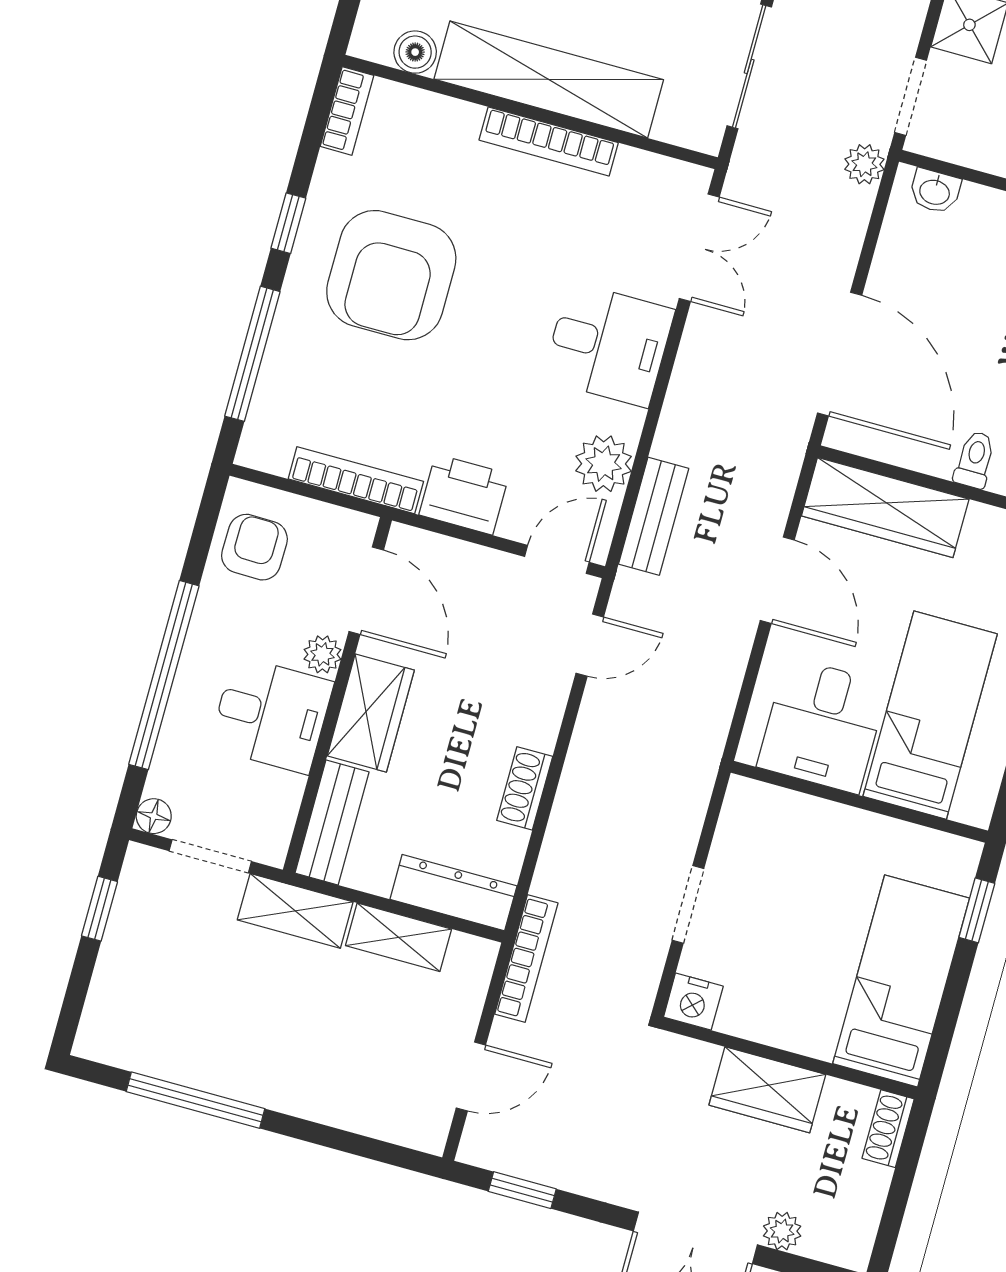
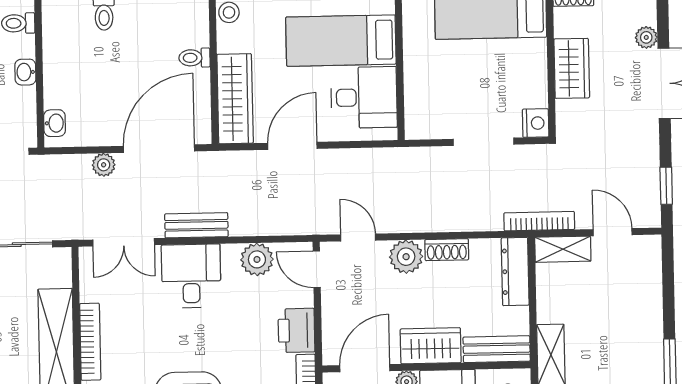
plant: (864, 164) -> (104, 165), moved
double door: (699, 248) -> (124, 242), swing flipped
bench: (654, 516) -> (196, 225), moved
plant: (533, 716) -> (406, 257), added
doorway: (688, 904) -> (483, 142), width x1.38
shelving: (399, 937) -> (563, 249), moved, turned 90

